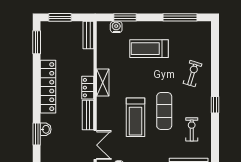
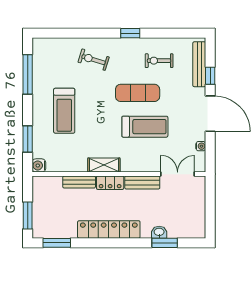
water cooler: (116, 27) -> (39, 165), moved
bench: (88, 35) -> (79, 182), moved

